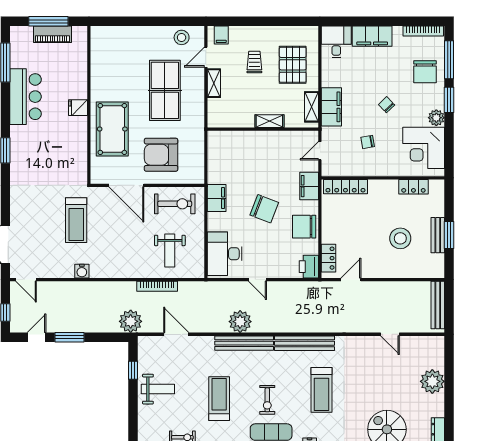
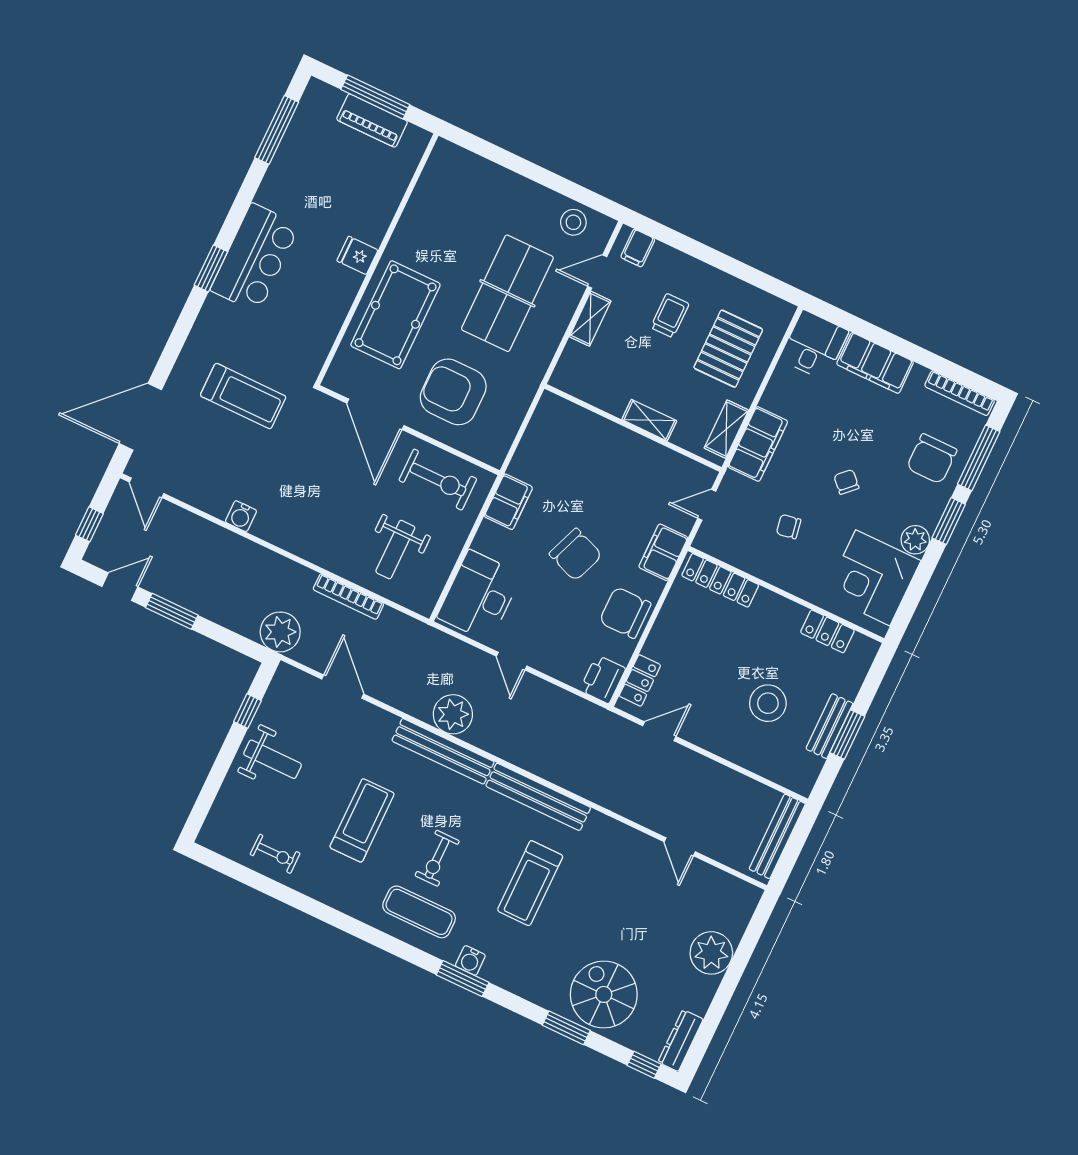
bar counter: (26, 97) -> (255, 258), moved
treadmill: (76, 220) -> (243, 396), moved, turned -90

